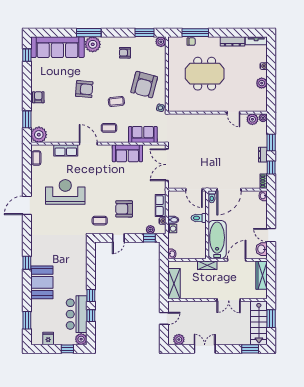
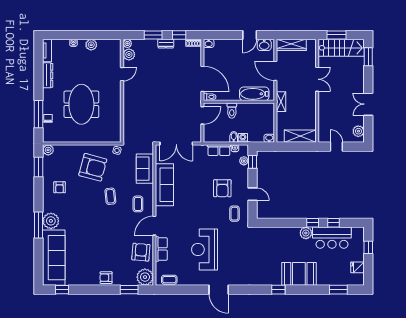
armchair: (84, 89) -> (141, 252), moved
sofa: (127, 153) -> (164, 185), width x1.36
bathtub: (217, 240) -> (254, 94), width x0.73, depth x0.73
plant: (81, 339) -> (306, 233), moved

